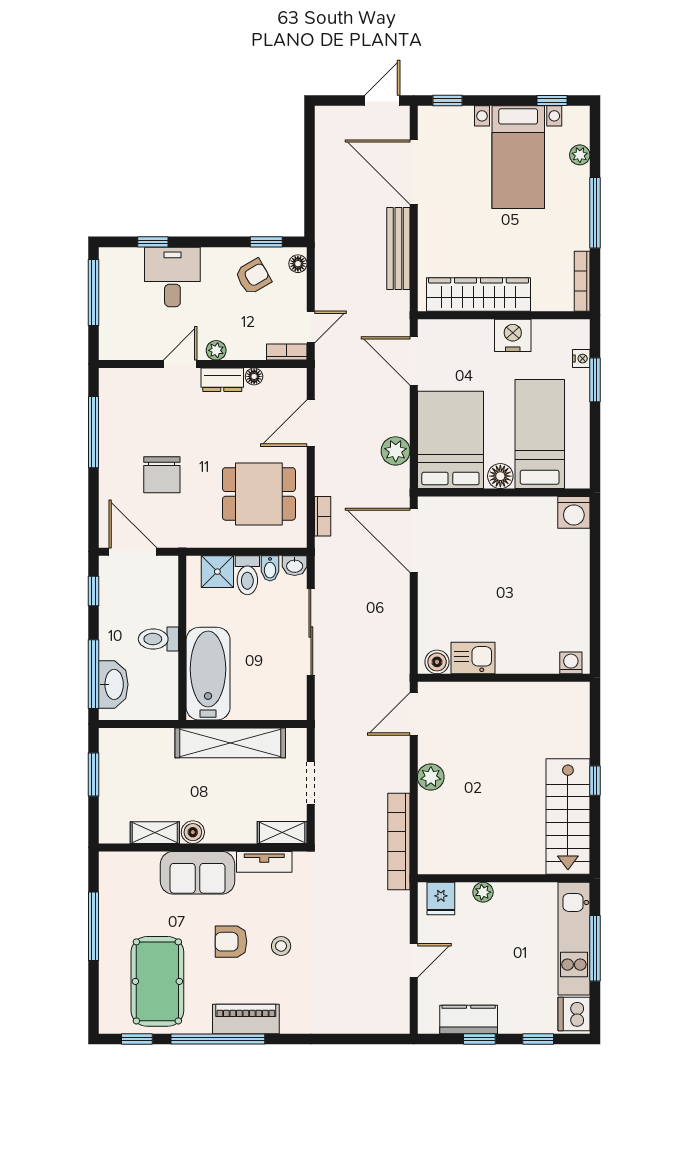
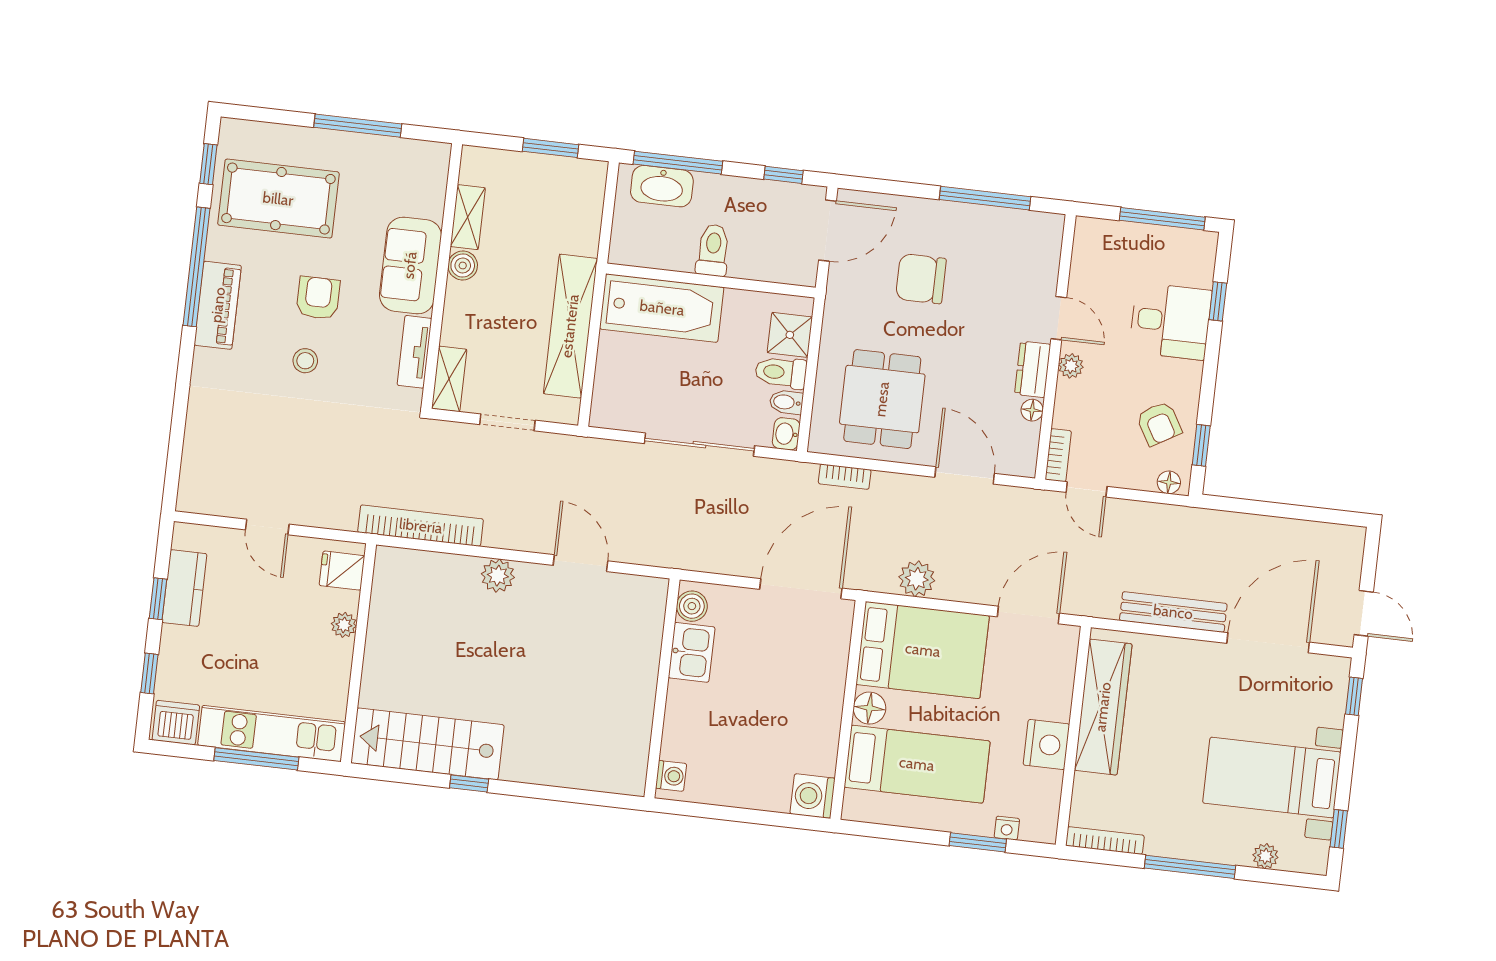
kitchen sink: (473, 658) -> (692, 652), moved
boiler: (437, 662) -> (692, 606), moved
washing machine: (571, 663) -> (671, 776), moved
wall: (504, 678) -> (662, 688), moved

